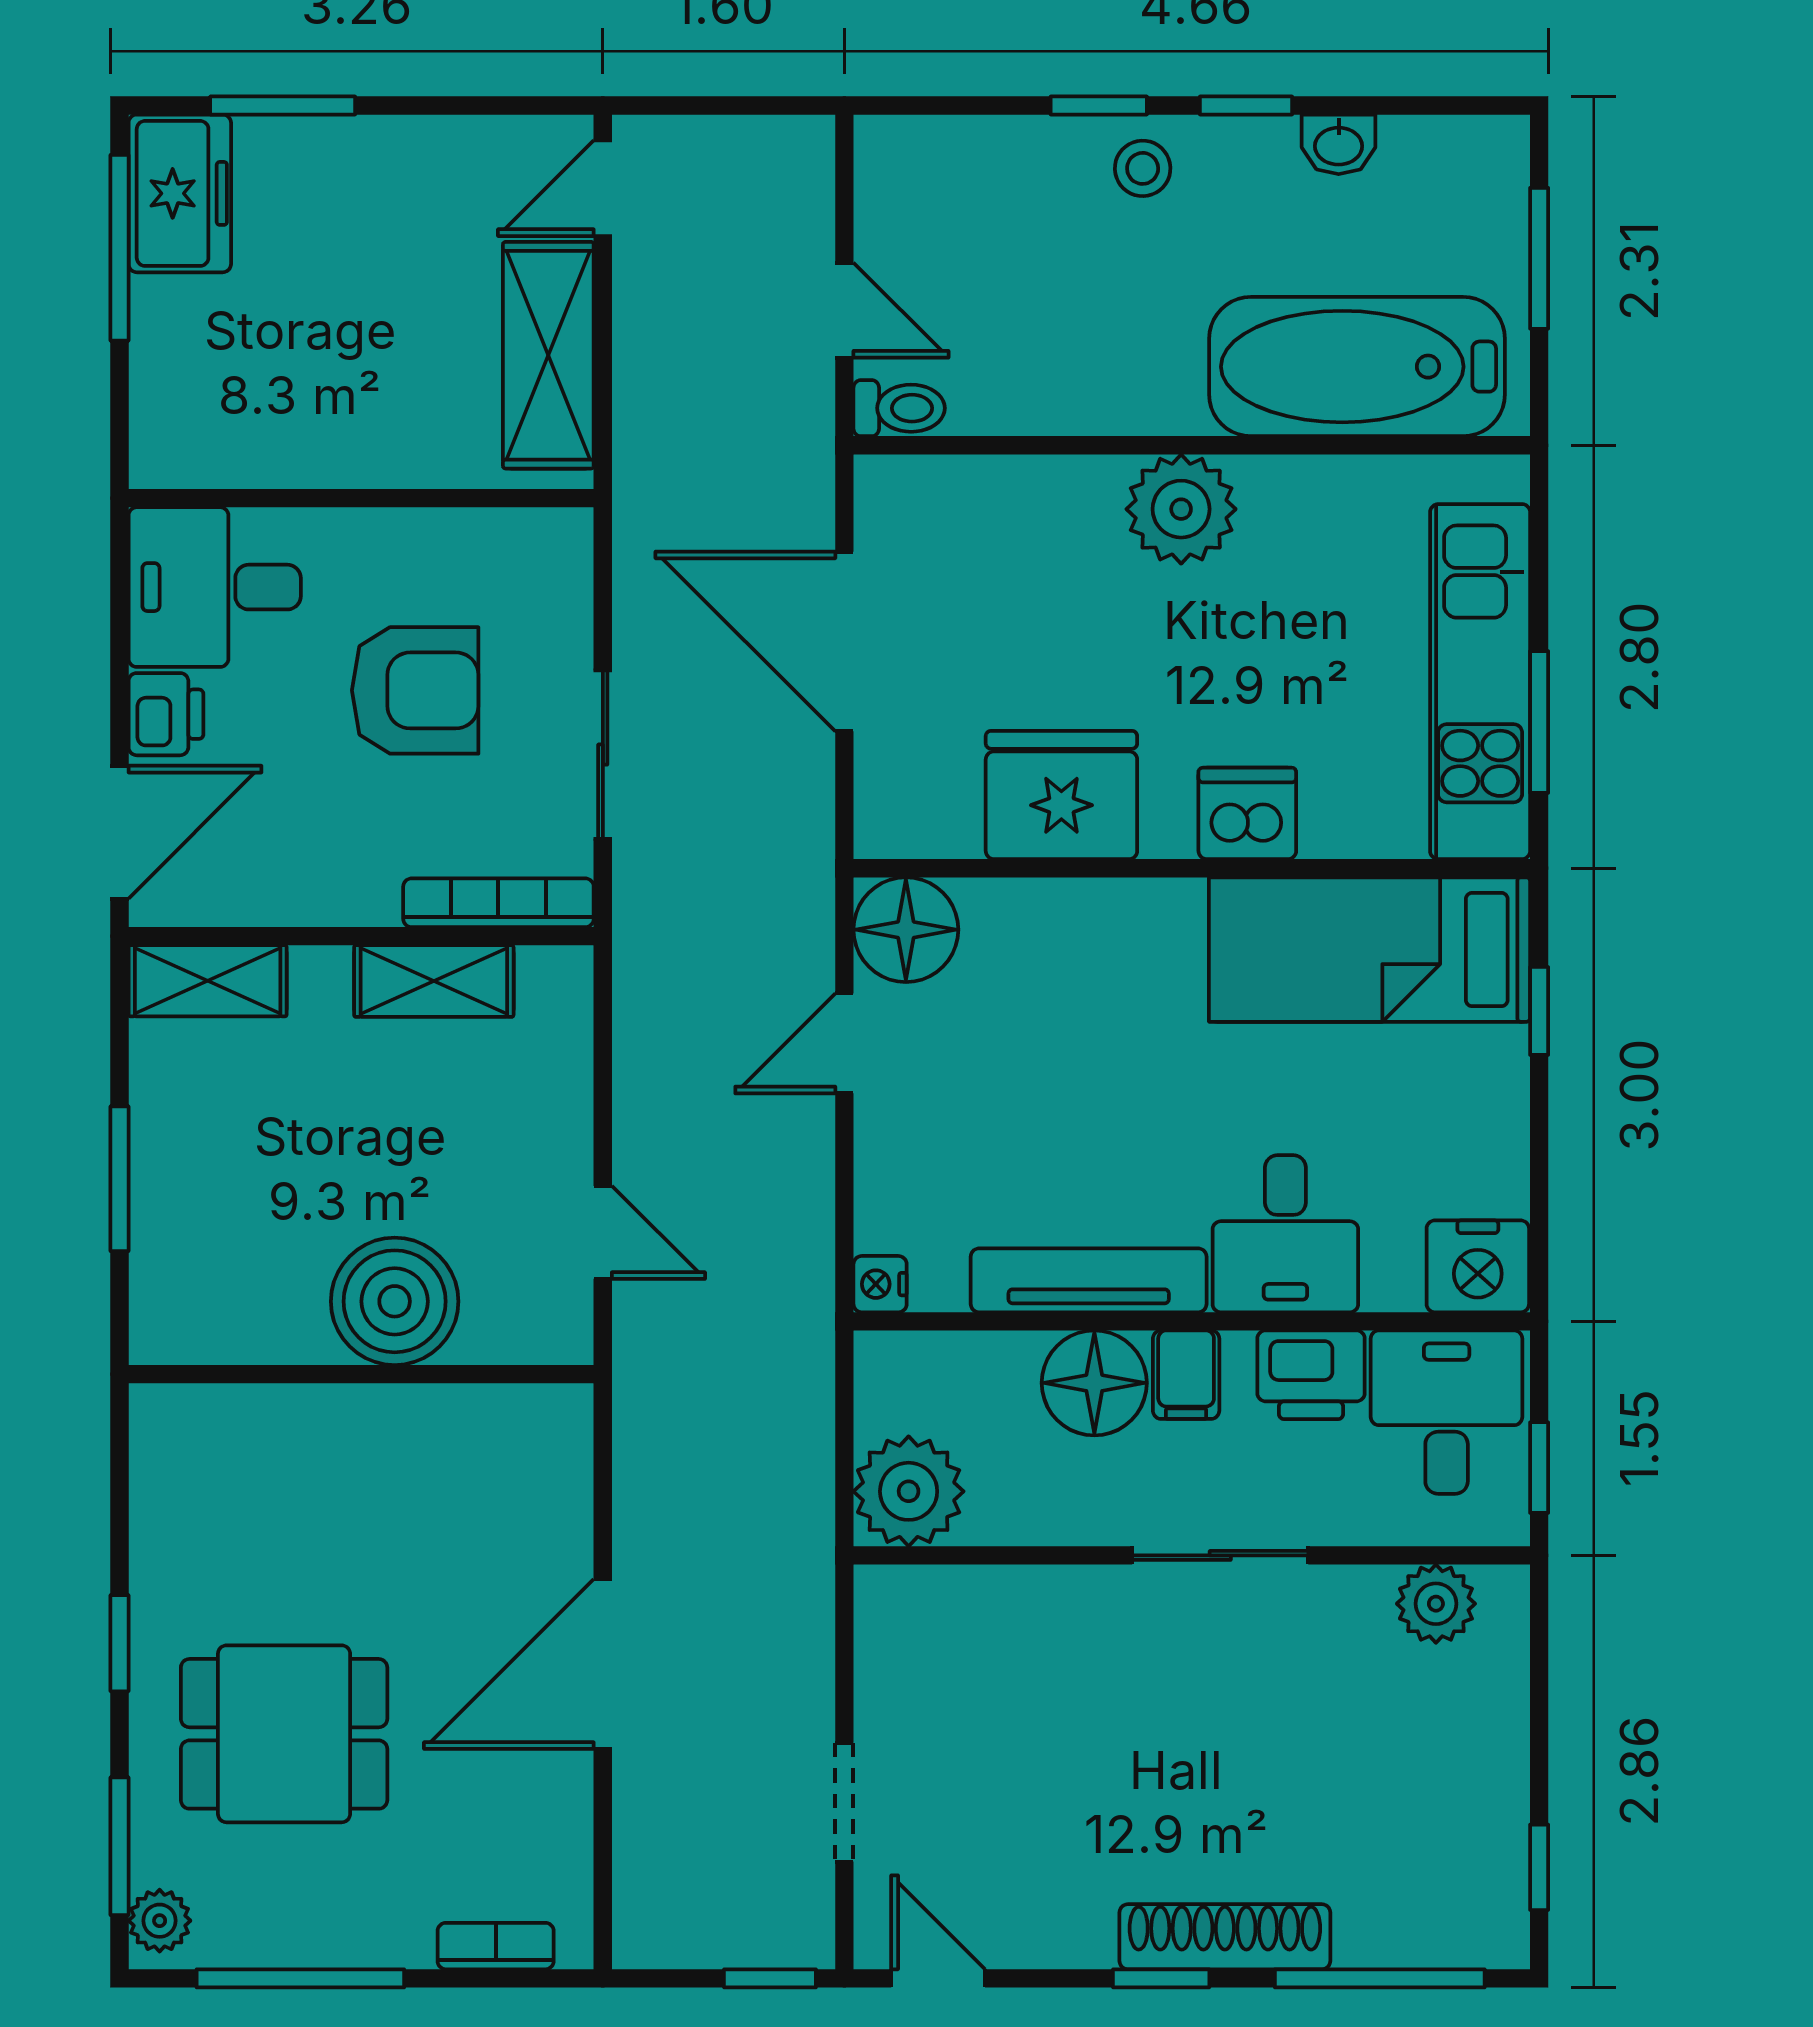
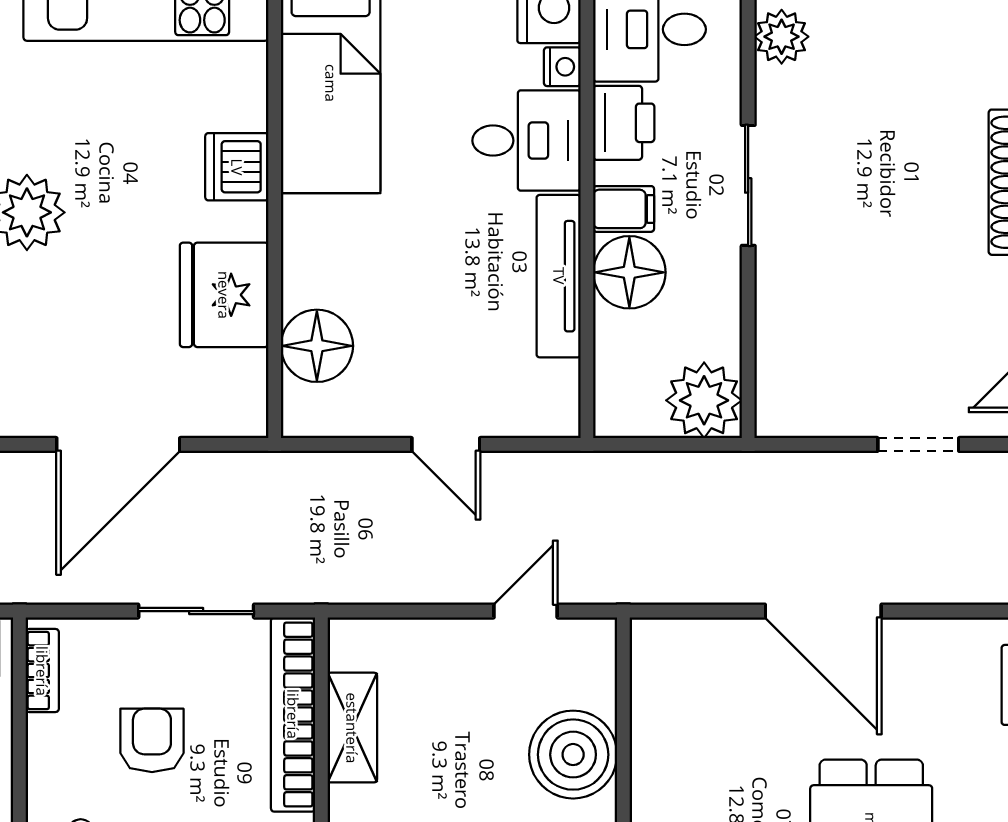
bookcase: (517, 531) -> (42, 671), added
armchair: (415, 690) -> (152, 740), width x0.72, depth x0.72
bookcase: (498, 903) -> (293, 714), width x1.48, depth x1.31
floor lamp: (906, 930) -> (317, 346), moved
door: (844, 1043) -> (446, 444), moved
nightstand: (880, 1284) -> (562, 67), moved, turned -90

